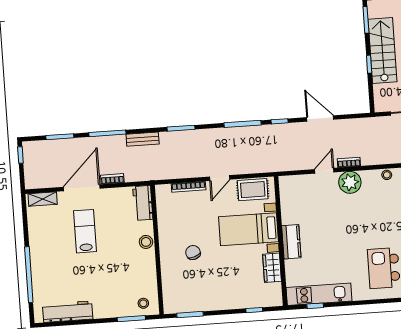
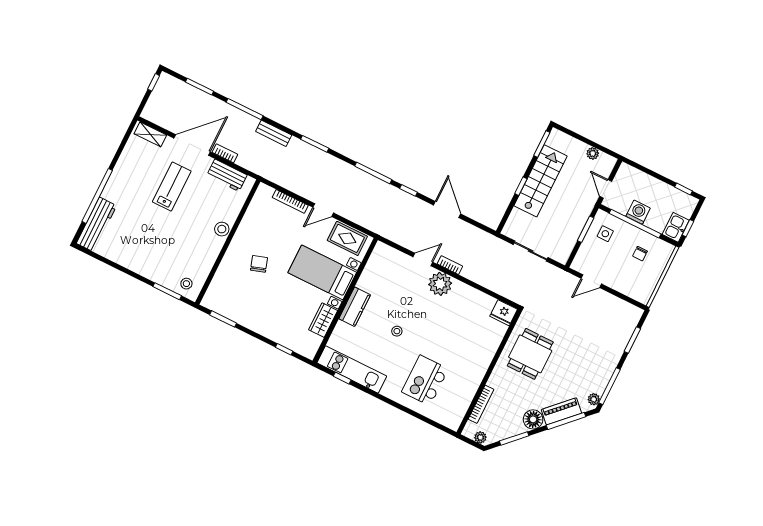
stool: (387, 175) -> (397, 331), moved
workbench: (143, 203) -> (227, 175), moved, turned -90
workbench: (68, 312) -> (96, 225), moved, turned 90

